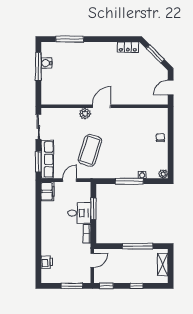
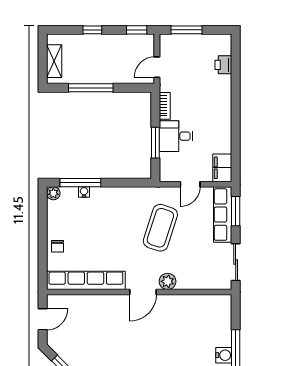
row of seats: (141, 114) -> (86, 280), added
window: (129, 181) -> (80, 183), moved

